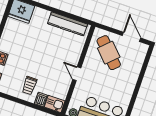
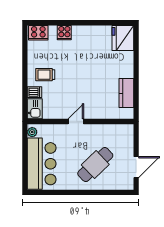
kitchen counter: (68, 24) -> (126, 93), width x0.67
cafe table: (109, 53) -> (95, 165), moved

